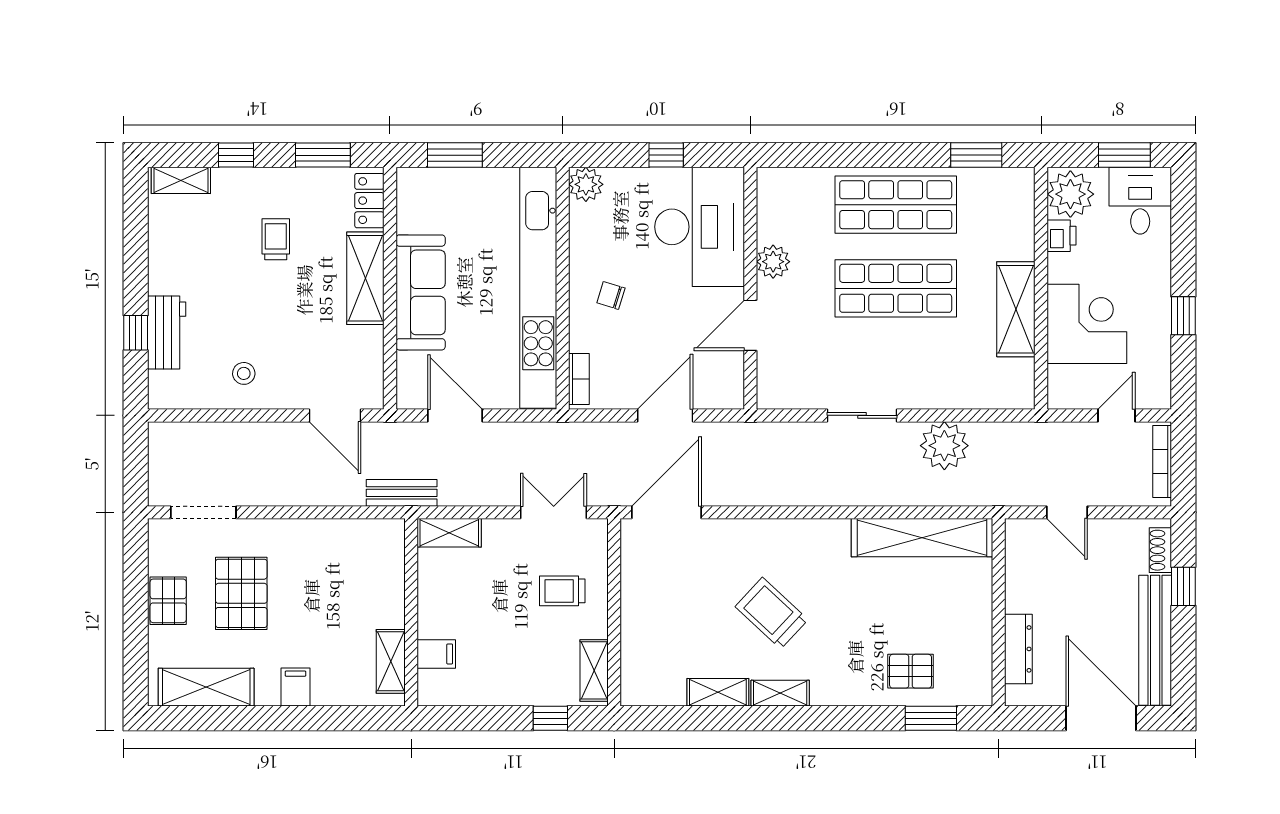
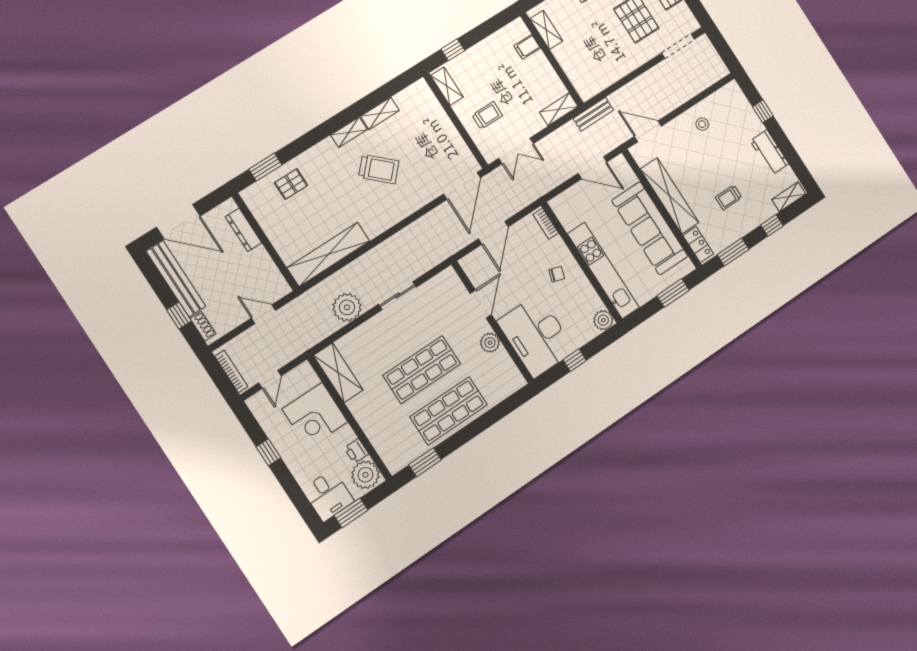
trolley: (276, 239) -> (729, 197), turned 90
shelving: (365, 278) -> (669, 196), width x1.47
kitchen unit: (538, 288) -> (603, 271), width x0.73
sofa: (421, 292) -> (650, 228), width x1.36, depth x1.27
shelving: (1016, 309) -> (338, 373), moved
workbench: (167, 333) -> (769, 152), moved

